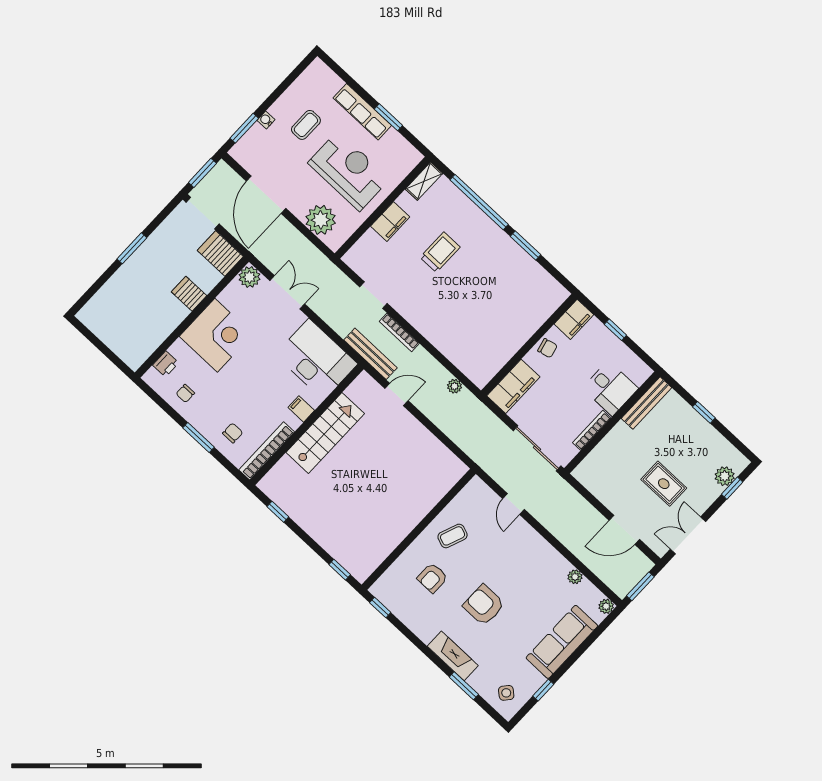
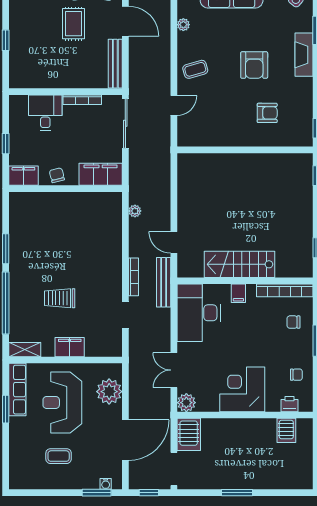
row of seats: (362, 112) -> (17, 390), moved
water cooler: (266, 120) -> (106, 484), moved
window: (202, 173) -> (149, 493), width x0.67
server rack: (189, 294) -> (286, 430), moved
bench: (646, 403) -> (115, 64), moved, turned 90
coffee table: (453, 536) -> (195, 69), moved, turned -37

